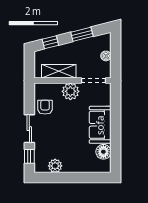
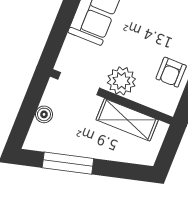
window: (82, 34) -> (68, 163), width x1.44
window: (50, 42) -> (122, 170), removed

